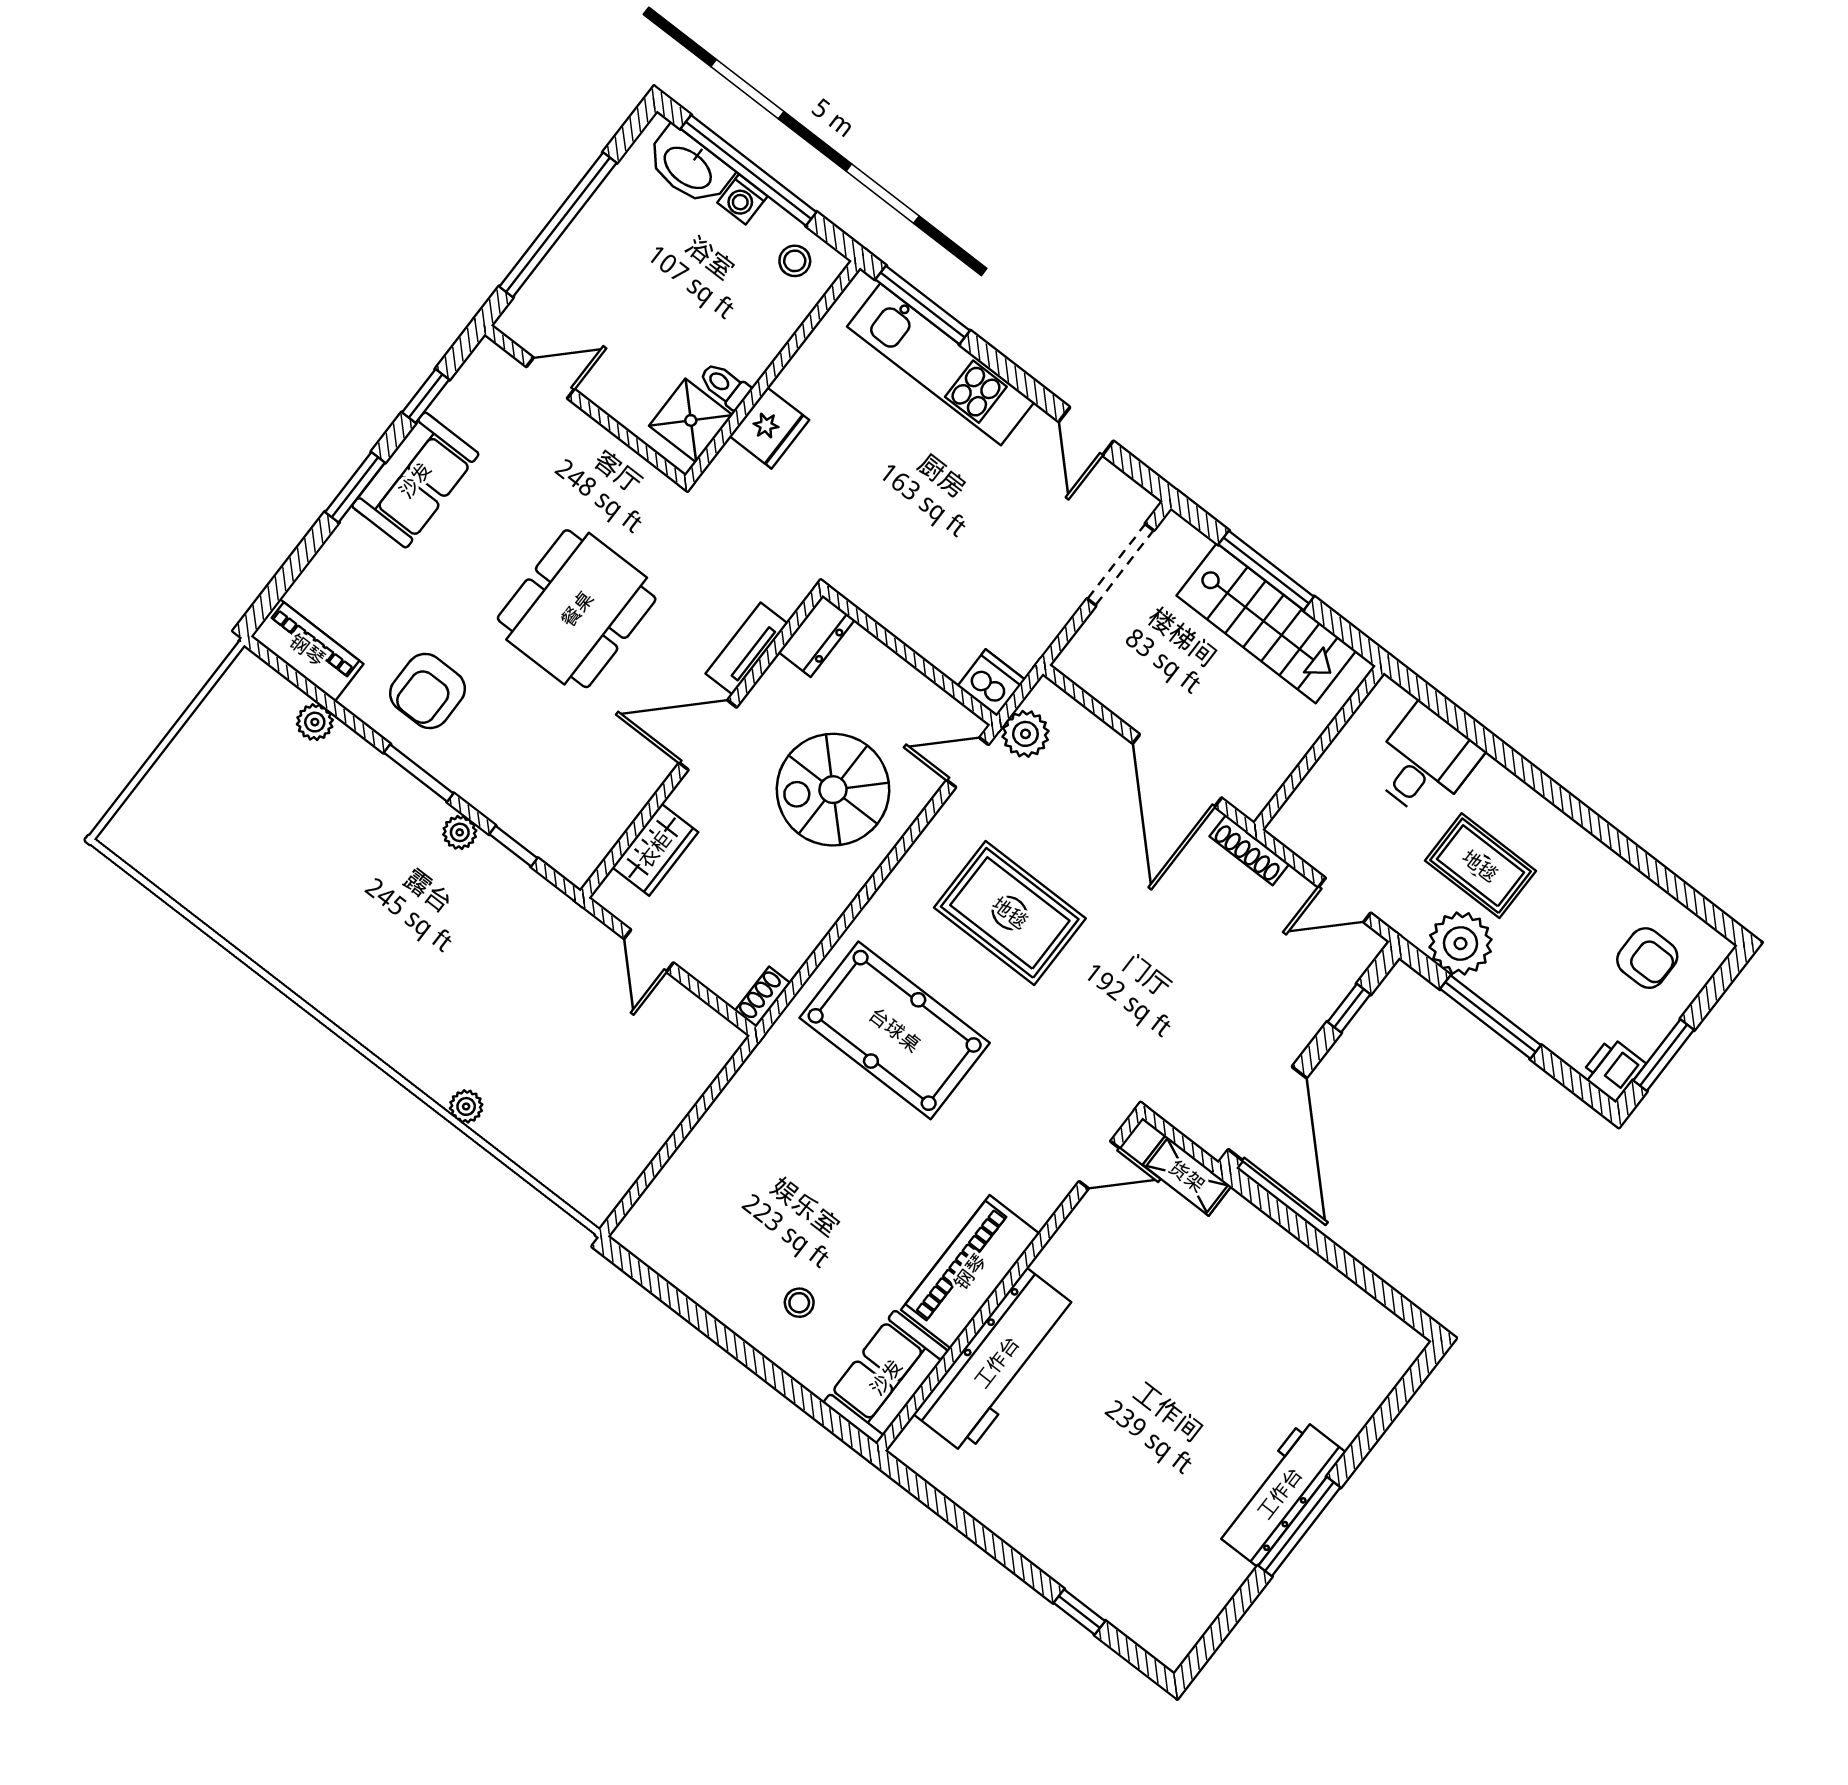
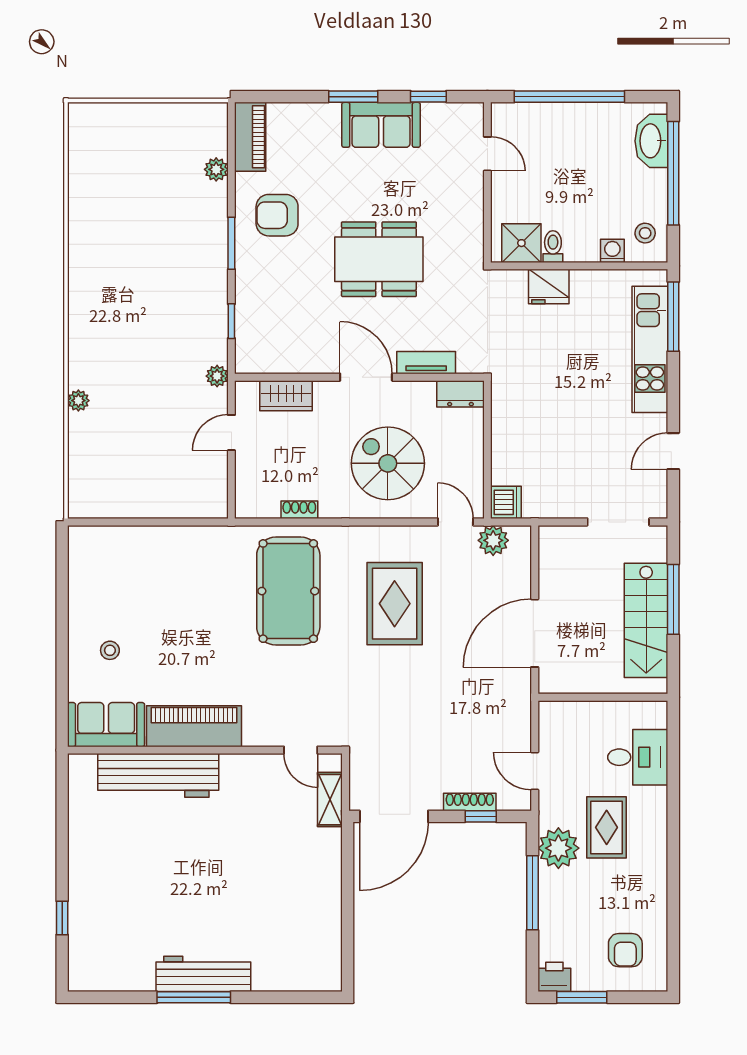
washing machine: (742, 199) -> (612, 251), moved, turned 90
plant: (460, 832) -> (217, 376), moved
shoe rack: (1249, 850) -> (470, 802), moved, turned 90
shoe rack: (763, 997) -> (299, 510), moved

